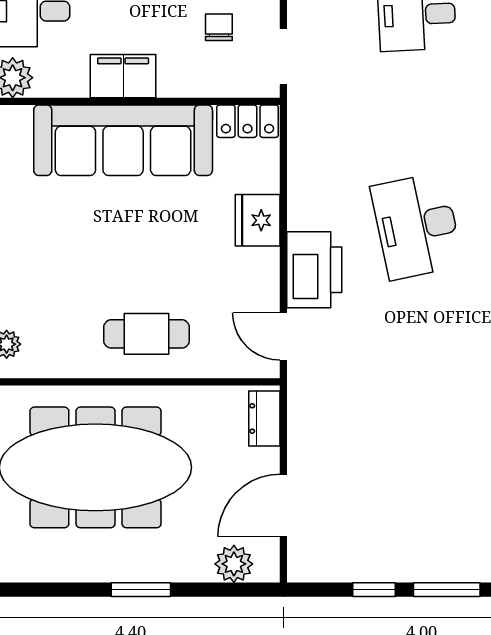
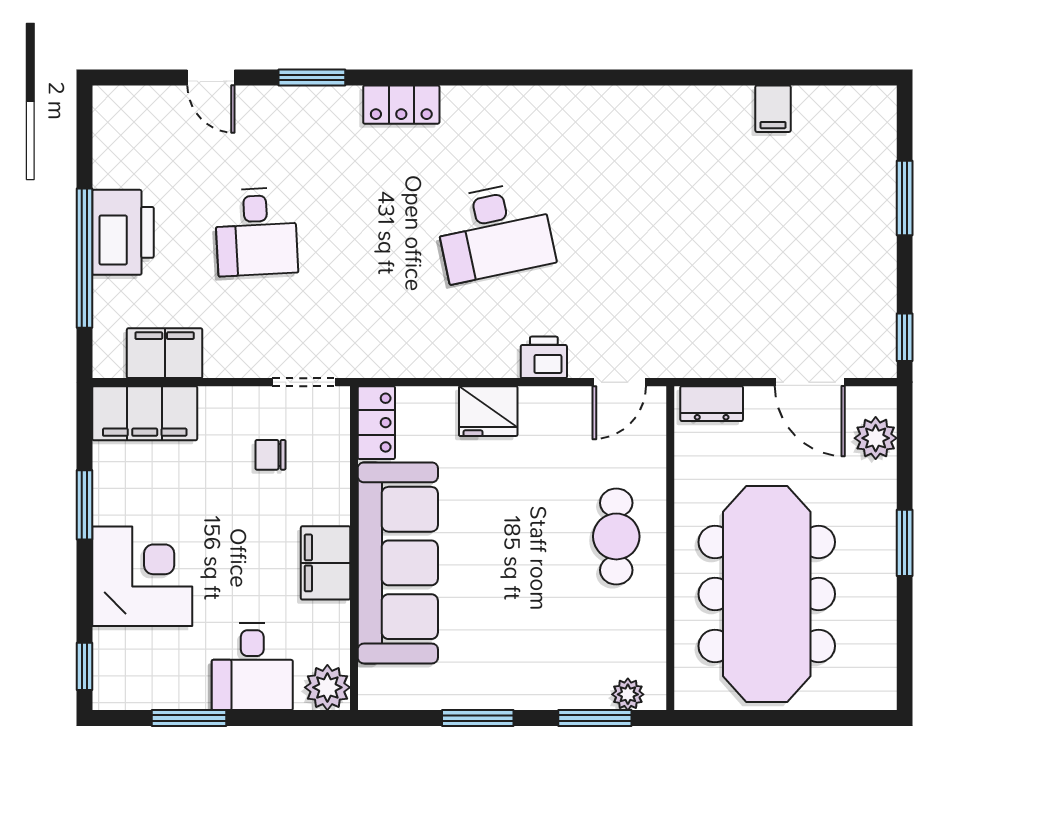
printer: (314, 270) -> (544, 357), width x0.53, depth x0.68
window: (374, 590) -> (905, 337), moved

